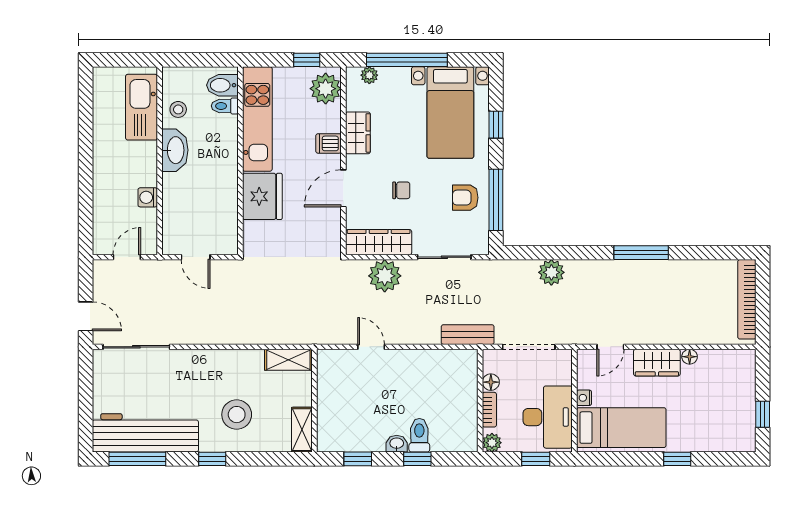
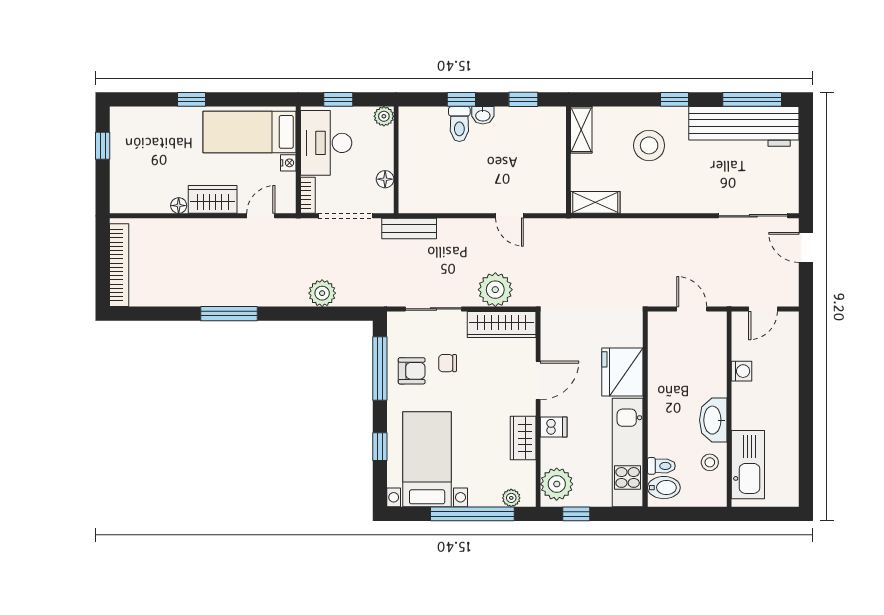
chair: (401, 190) -> (448, 363), moved
bookcase: (489, 410) -> (308, 195), moved, turned 180

